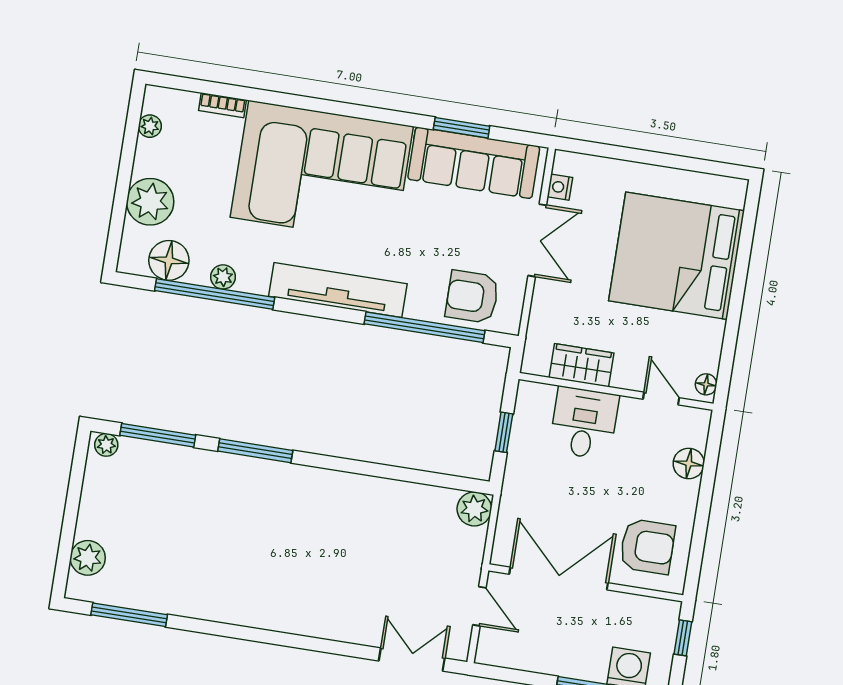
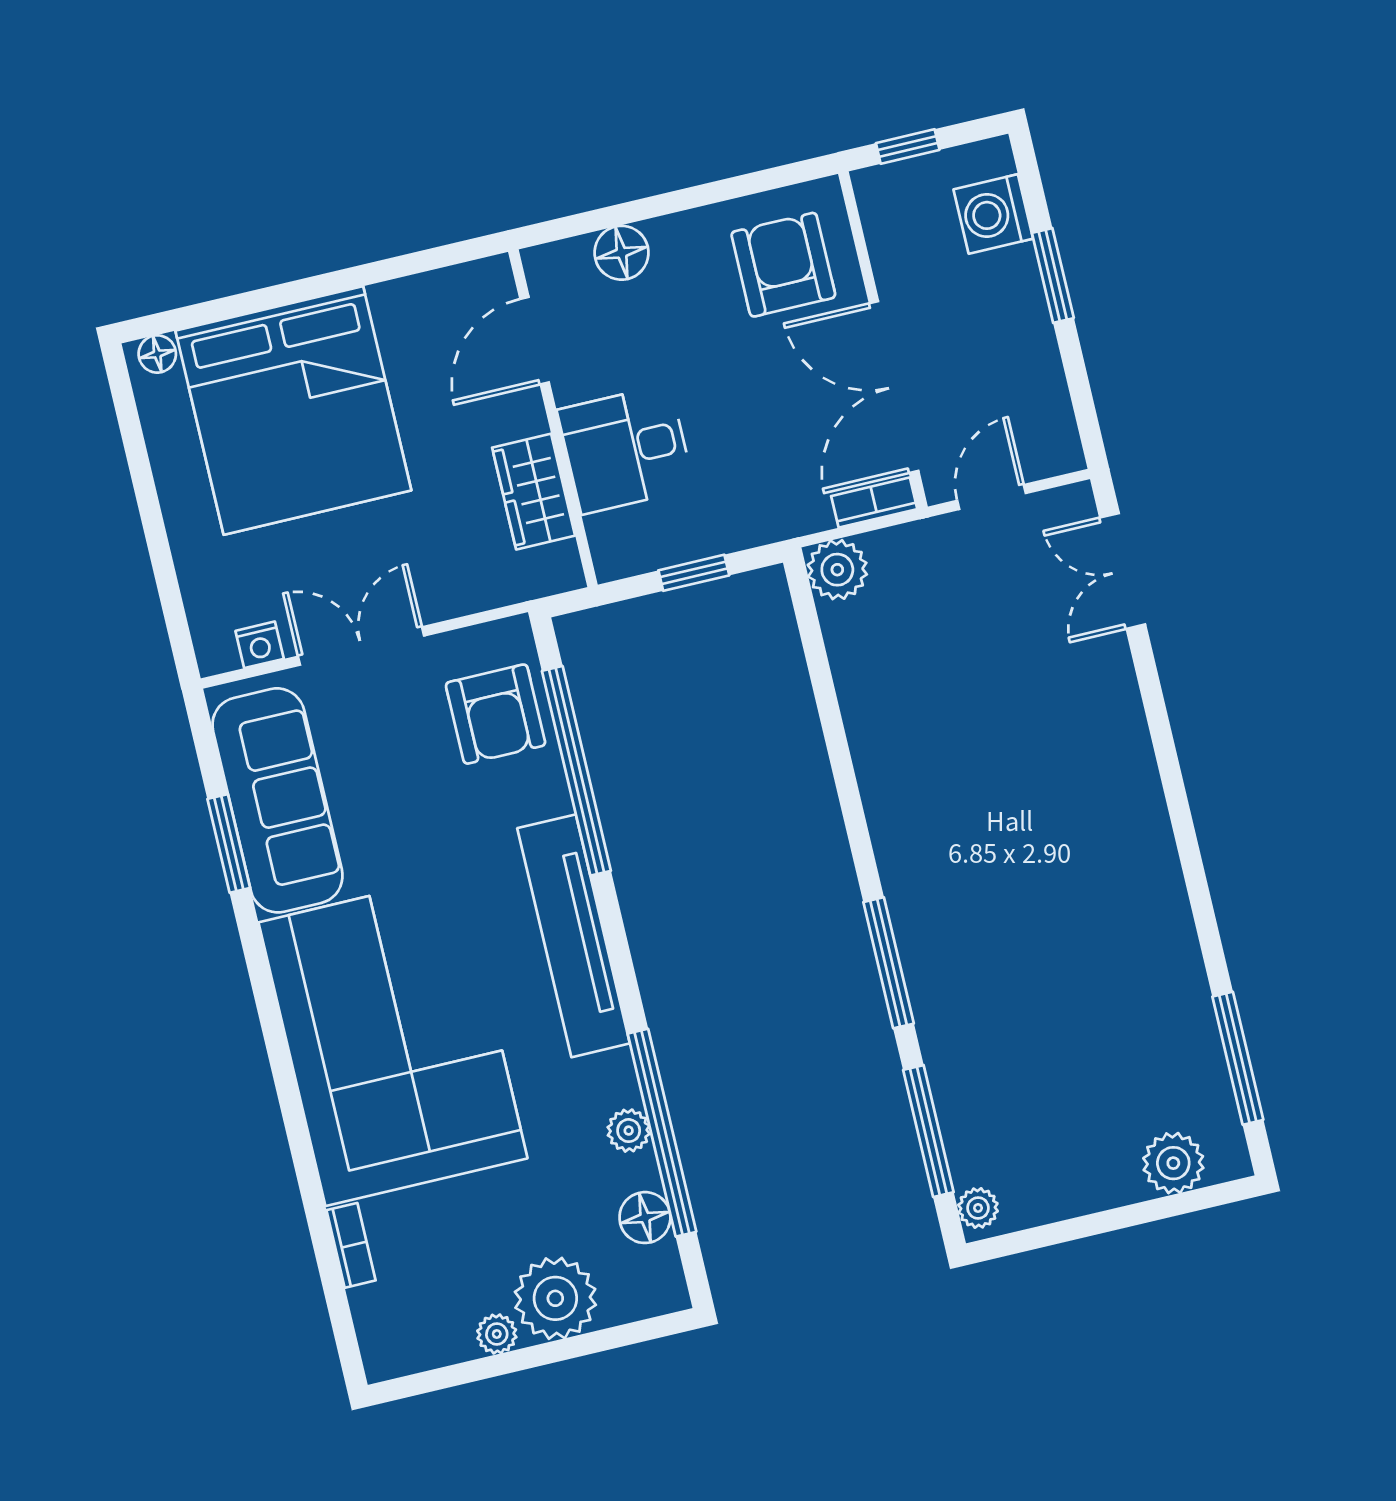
plant: (150, 126) -> (497, 1334), moved
floor lamp: (169, 260) -> (645, 1218), width x0.73, depth x0.73
floor lamp: (706, 384) -> (157, 354), moved
door: (661, 398) -> (535, 341), width x1.38
bookcase: (502, 543) -> (874, 503), added

